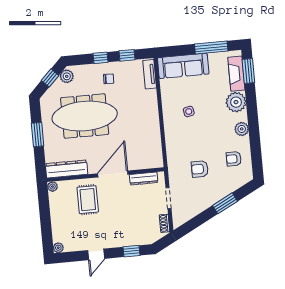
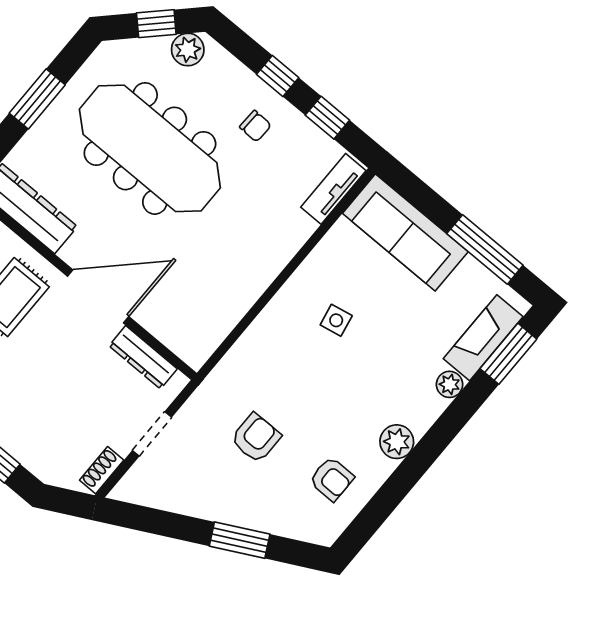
plant: (236, 102) -> (450, 384), width x0.53, depth x0.53
armchair: (234, 159) -> (332, 479), turned 180
armchair: (200, 169) -> (256, 438), turned 90

